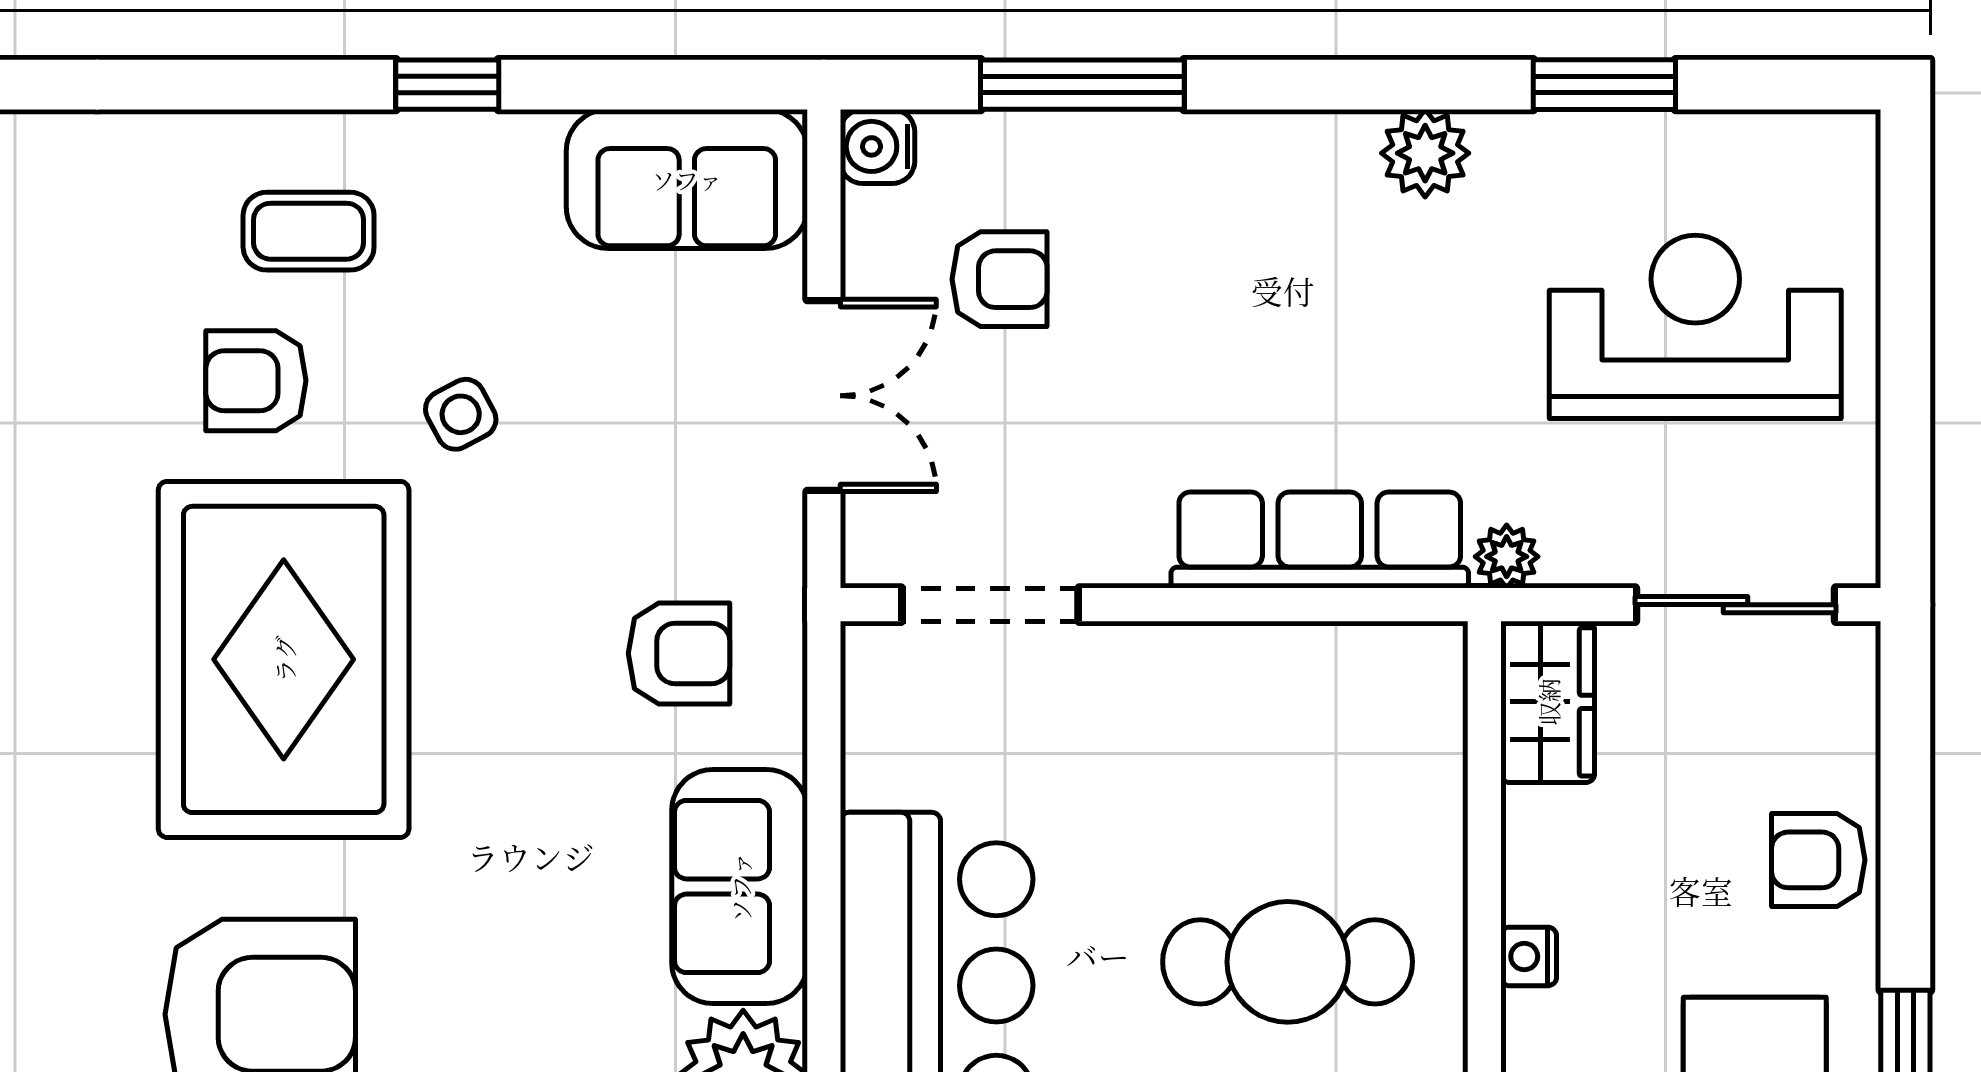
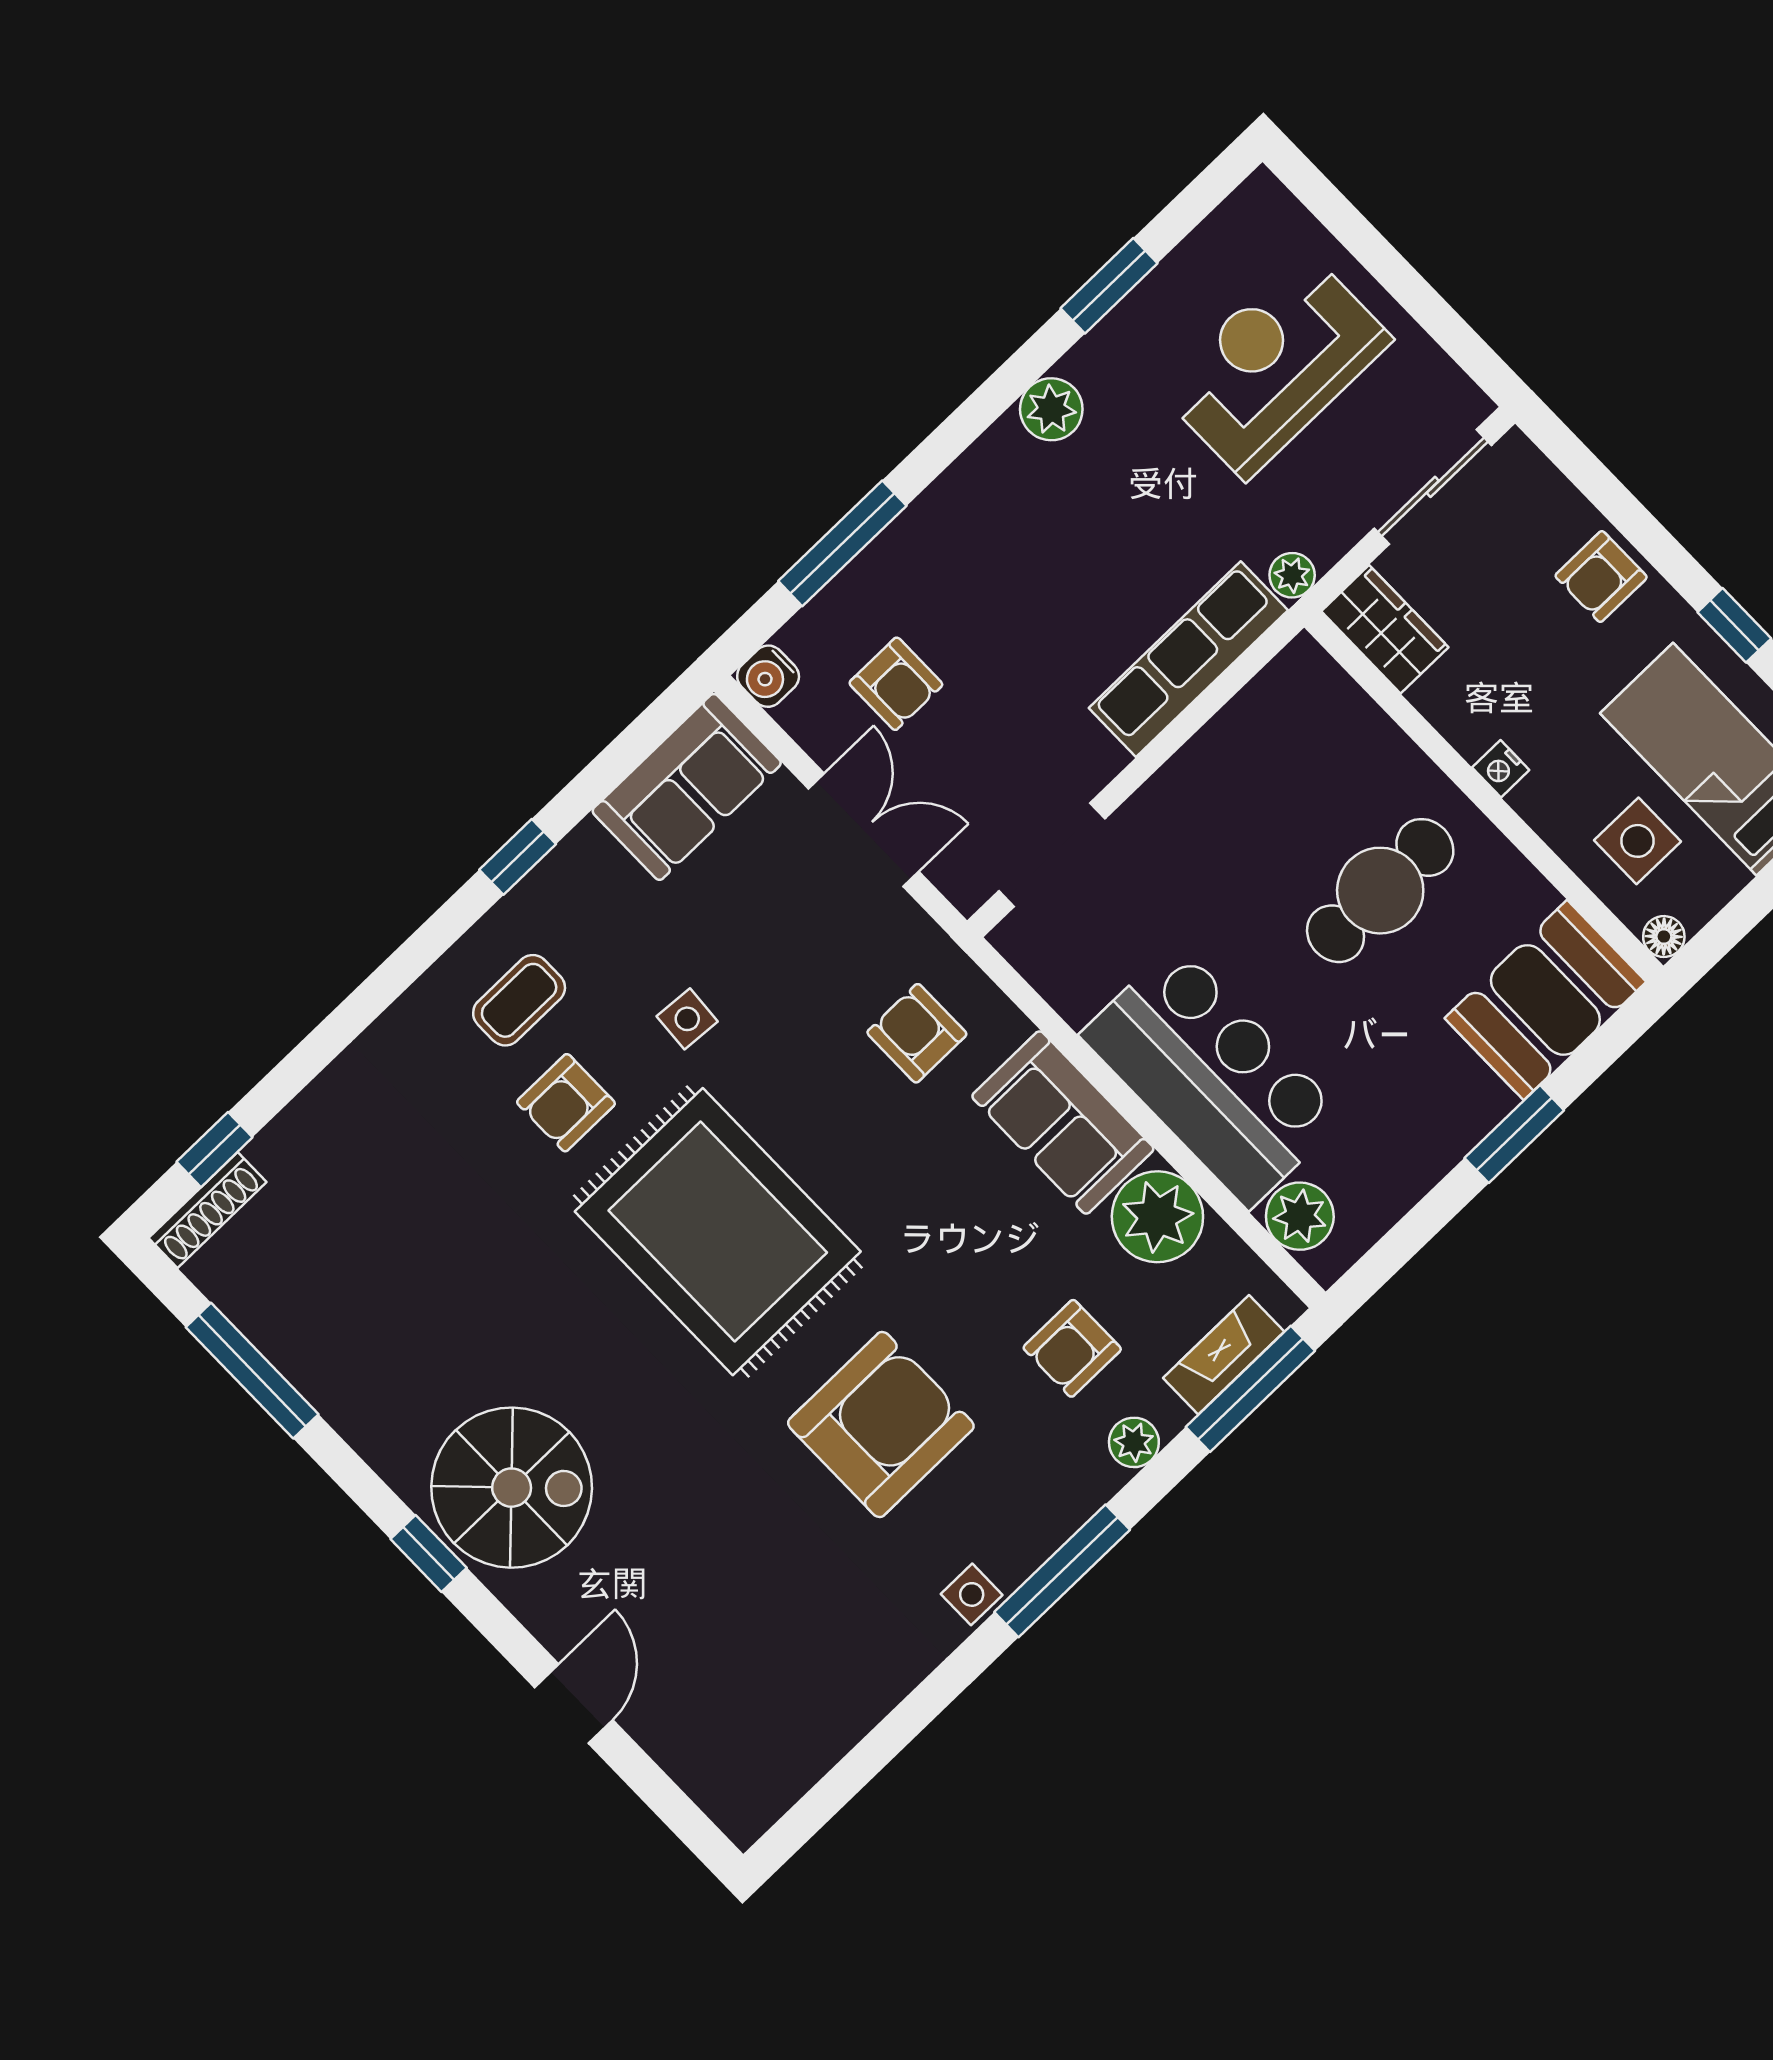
armchair: (1000, 279) -> (896, 684), turned 90
side table: (461, 414) -> (687, 1019), turned 32
armchair: (679, 653) -> (917, 1033), turned -90

